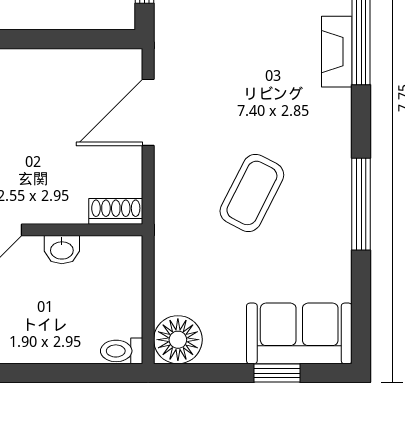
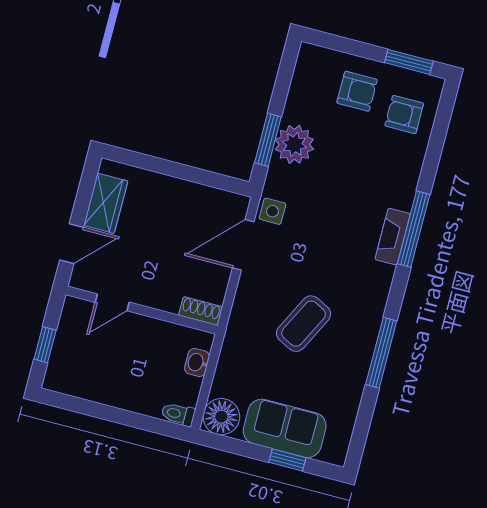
side table: (174, 60) -> (272, 211), added
washbasin: (62, 250) -> (197, 362), moved, turned 90
sofa: (299, 333) -> (285, 428), moved

